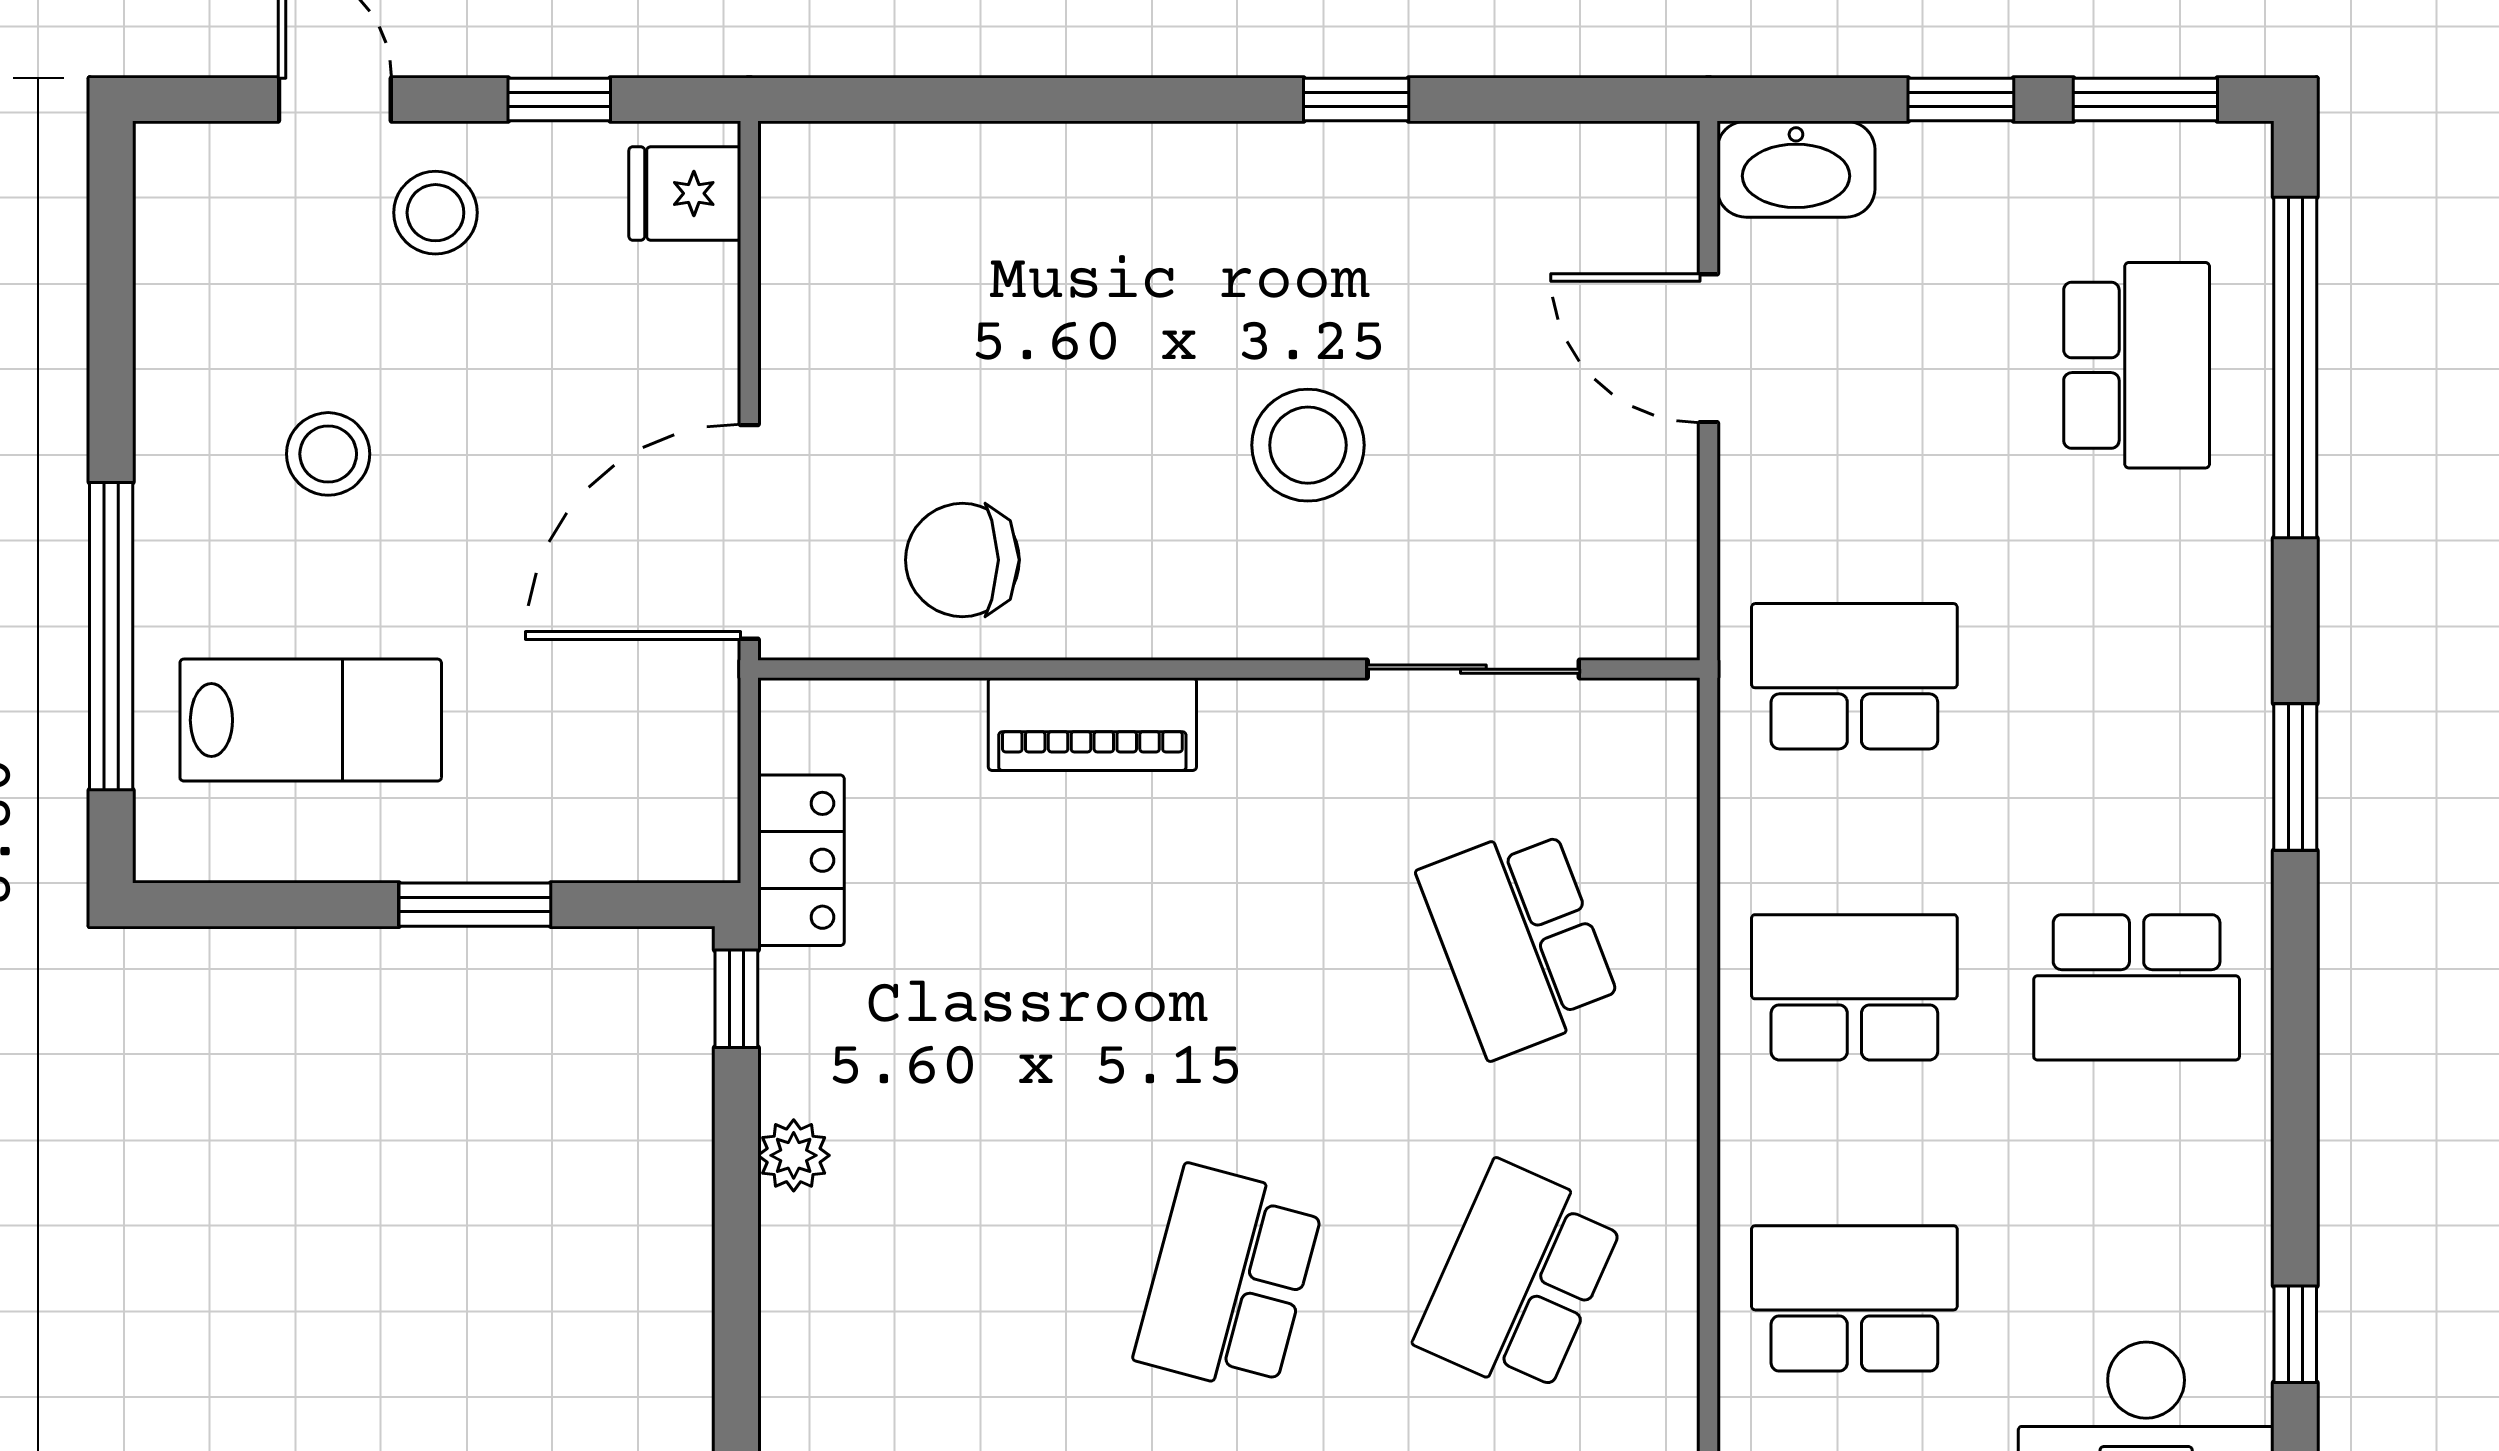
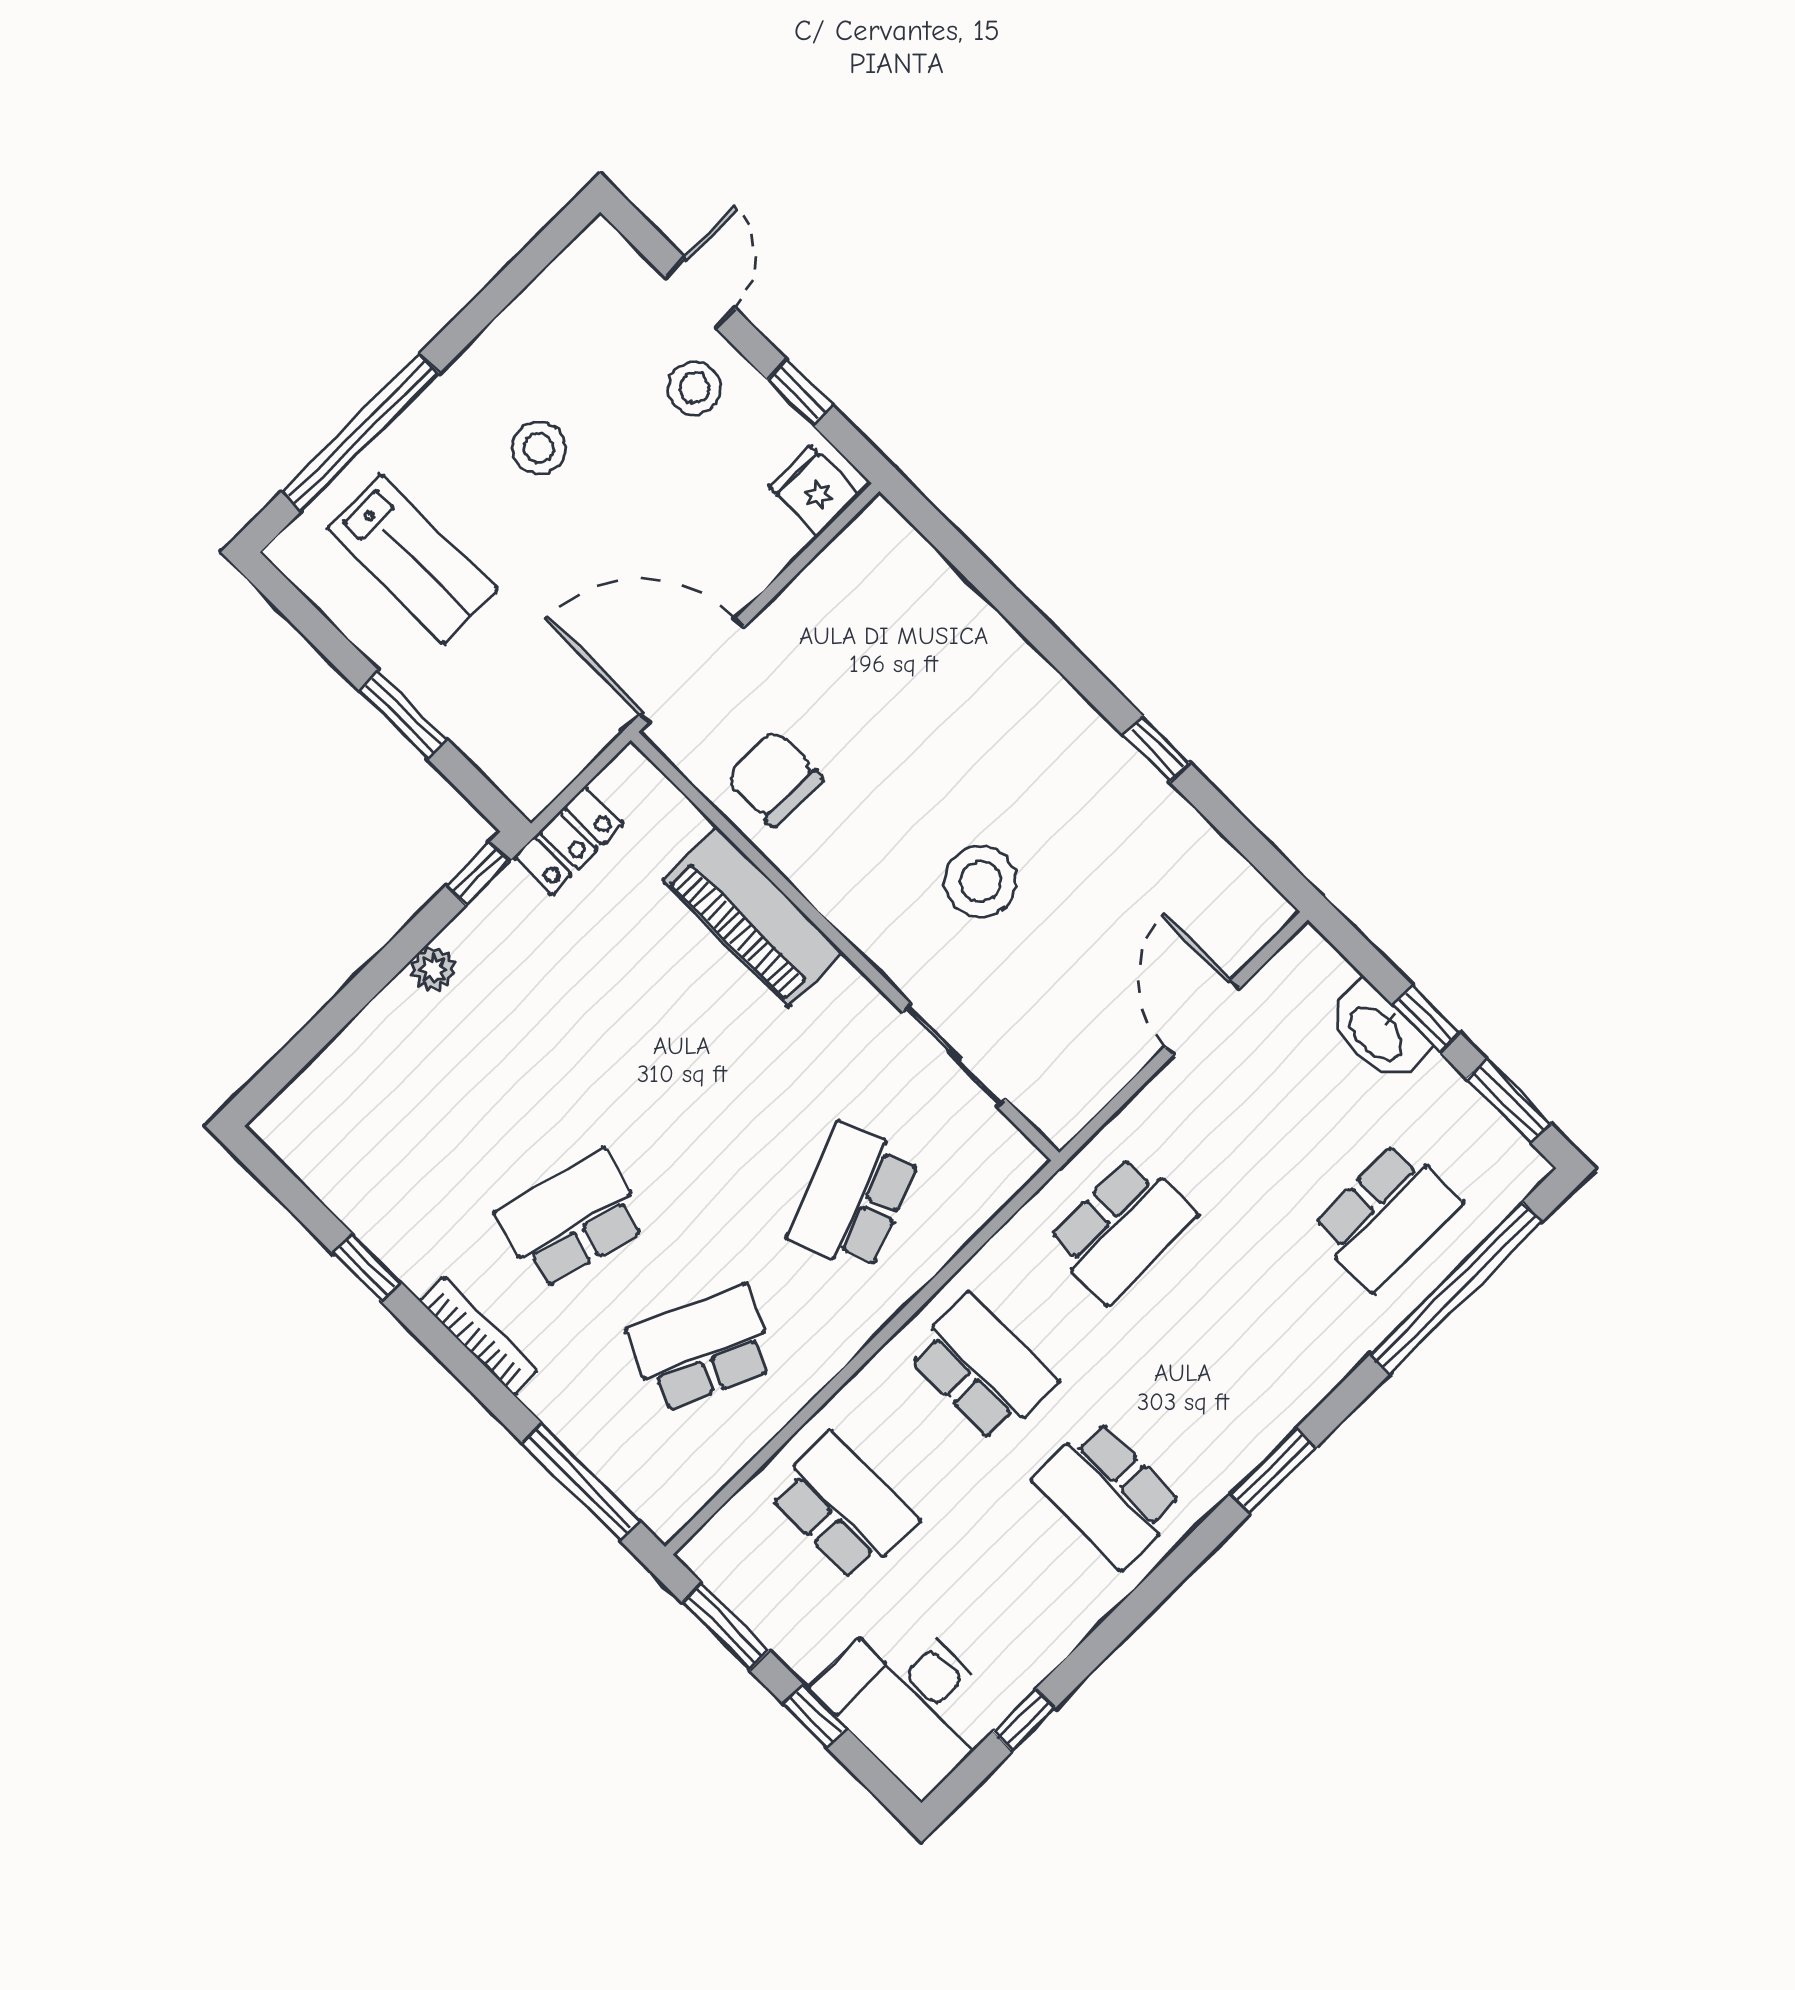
washbasin: (1796, 169) -> (1378, 1032), moved
school desk: (1854, 676) -> (1121, 1229), turned 90
piano: (1092, 724) -> (753, 917), width x1.37, depth x1.33

